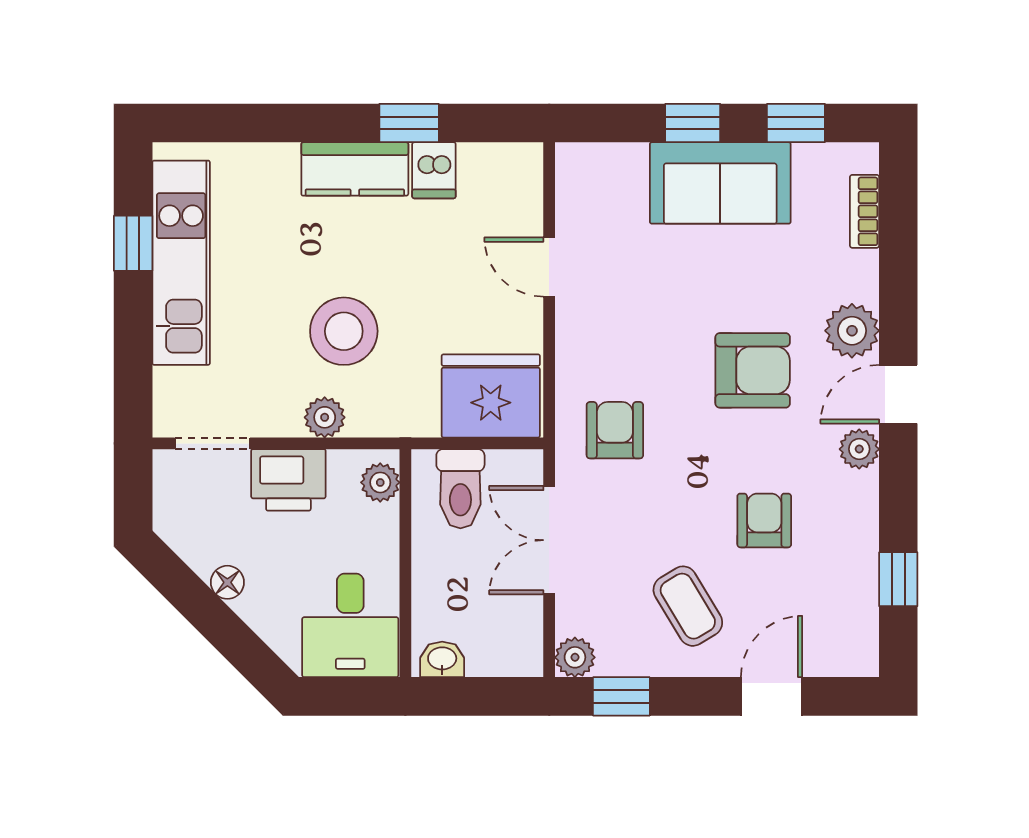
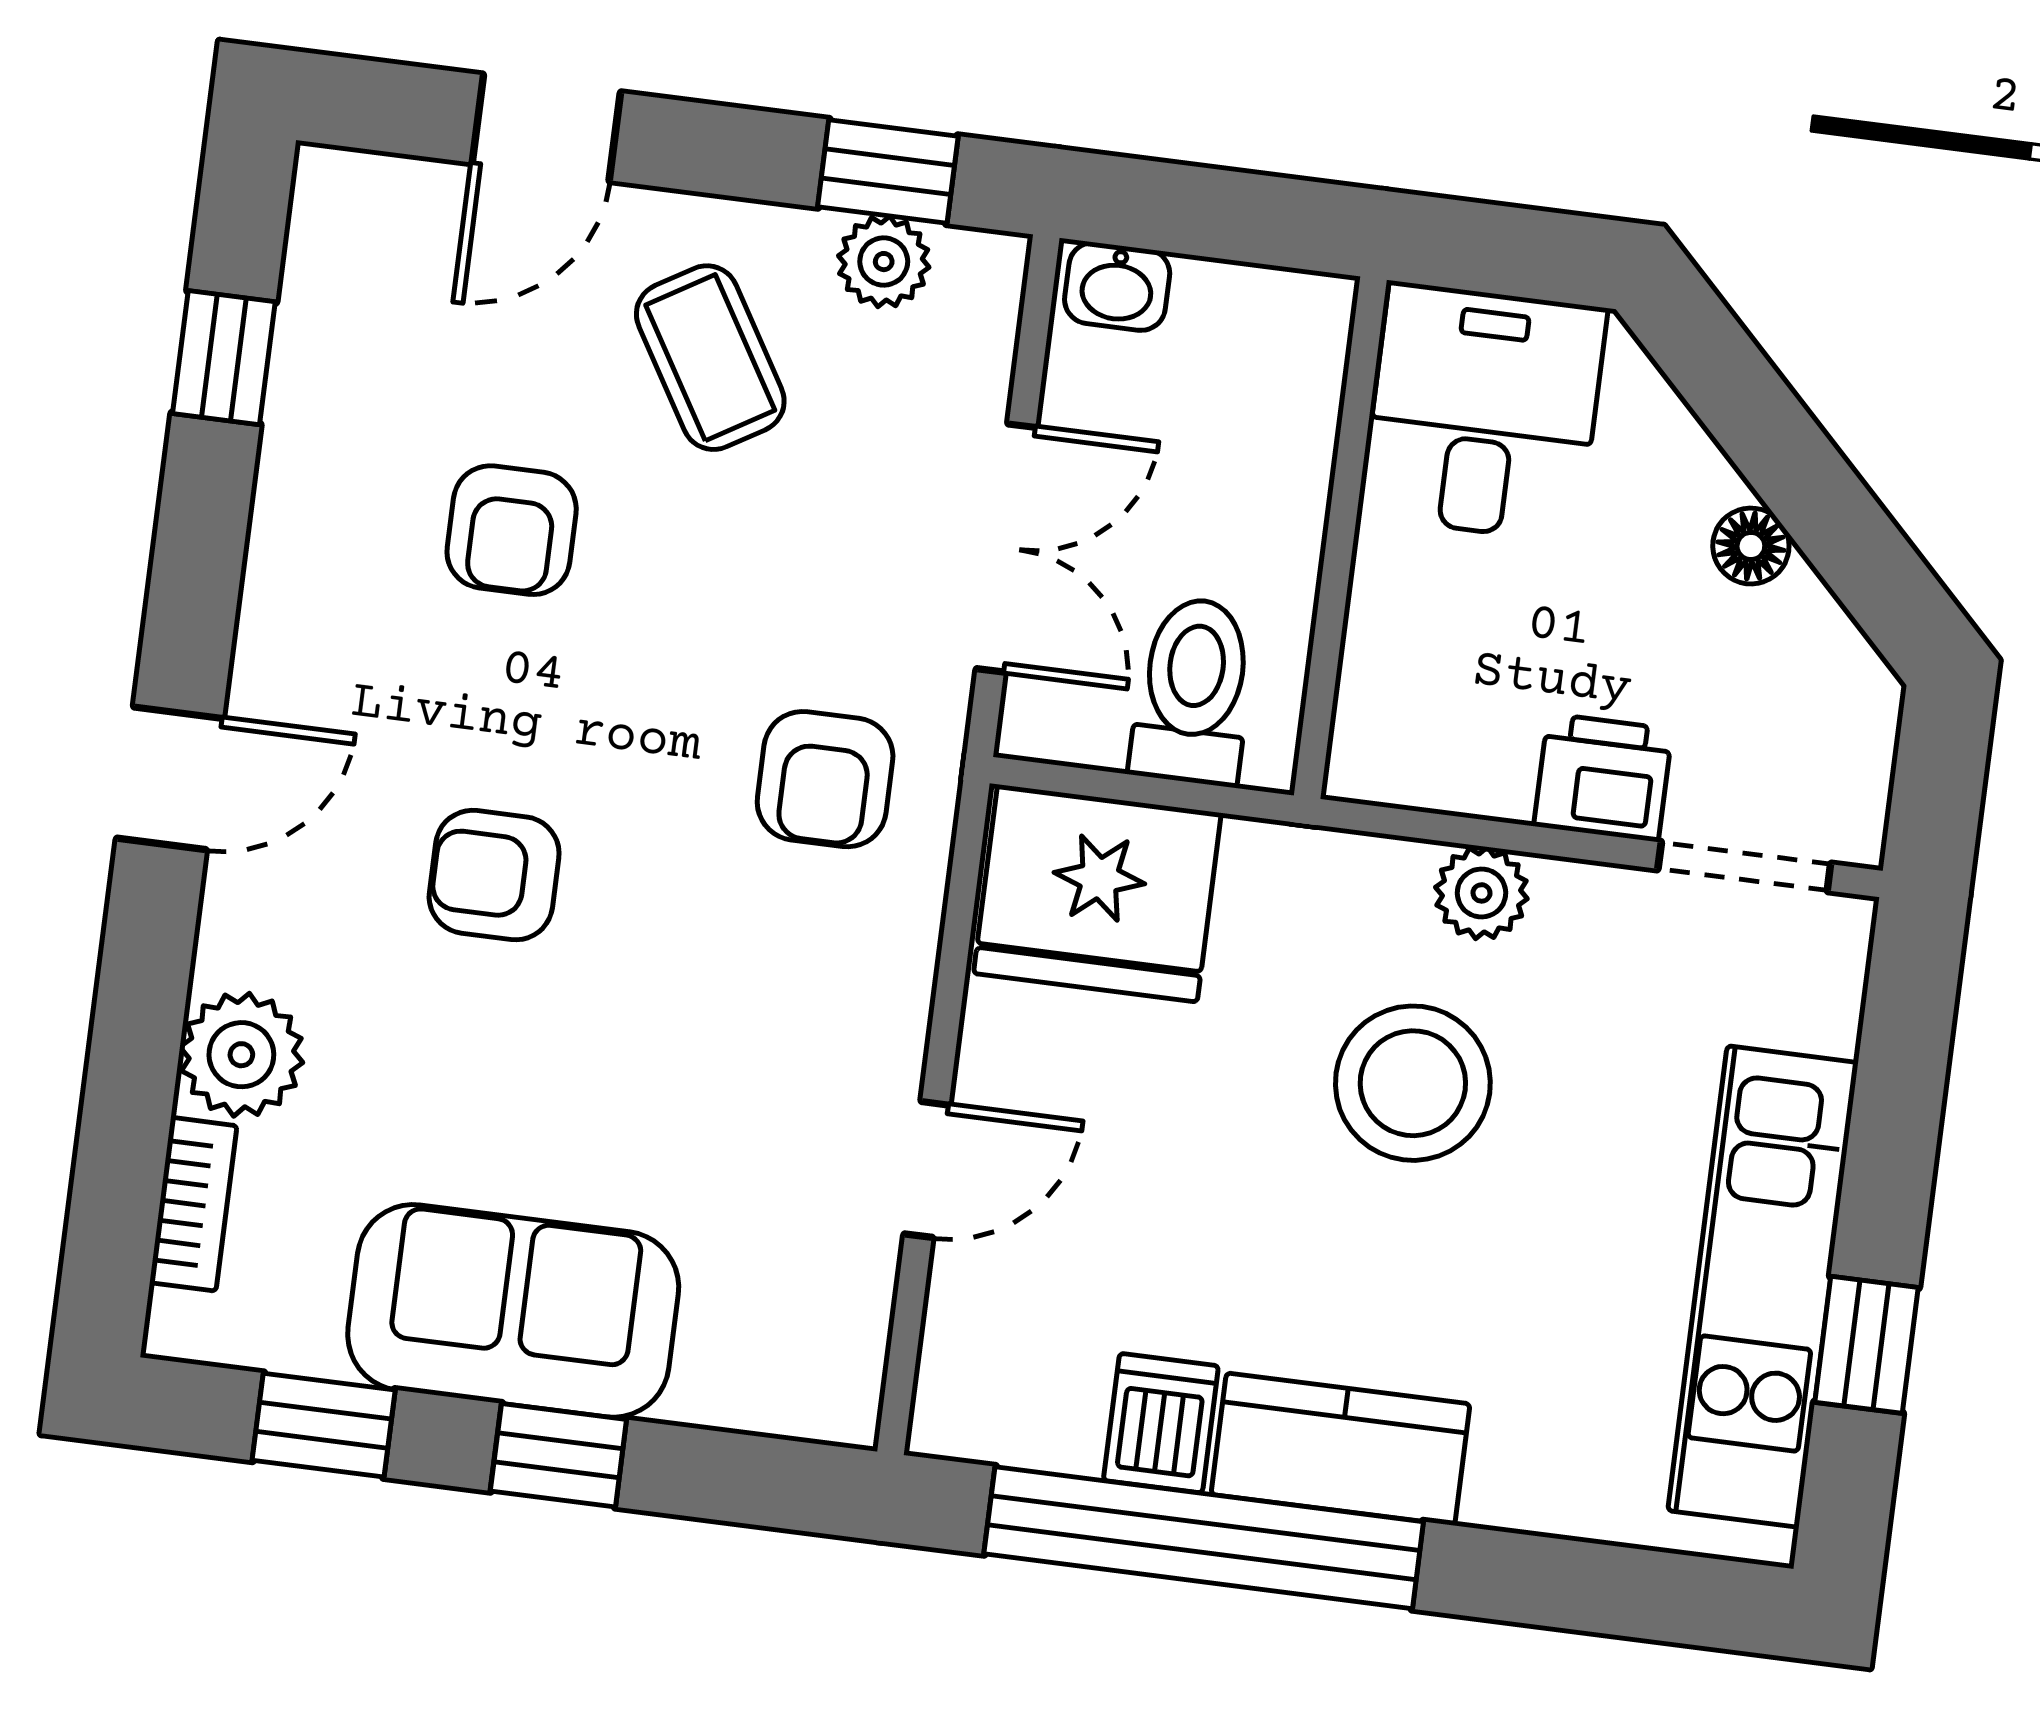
window: (409, 123) -> (1204, 1538), width x3.17
door: (549, 267) -> (927, 1169), hinge flipped
plant: (852, 331) -> (241, 1055), moved
armchair: (753, 370) -> (494, 875), width x0.72, depth x0.72
plant: (859, 449) -> (275, 665), removed
printer: (288, 480) -> (1603, 778), width x0.73, depth x0.81
plant: (380, 482) -> (1374, 728), removed
plant: (575, 657) -> (884, 262), moved
washbasin: (442, 659) -> (1117, 286), moved

